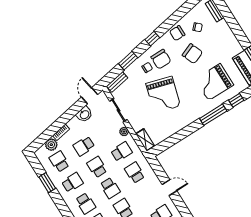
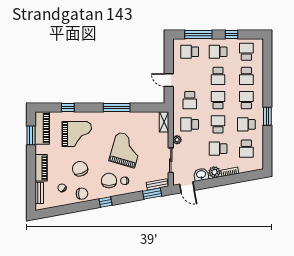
piano: (227, 33) -> (41, 168), added
window: (128, 61) -> (152, 194), moved
door: (90, 96) -> (187, 187), hinge flipped
window: (213, 115) -> (117, 107), moved
plant: (51, 145) -> (215, 172), moved
school desk: (84, 146) -> (218, 149), turned 180
school desk: (97, 167) -> (218, 124), turned 180
window: (47, 183) -> (267, 116), moved
door: (169, 188) -> (169, 80), moved

